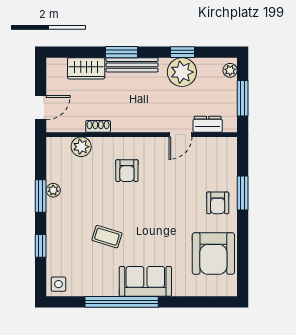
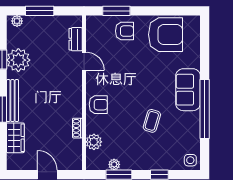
dresser: (208, 124) -> (76, 39), moved
shoe rack: (98, 126) -> (77, 128), moved
wall: (142, 135) -> (84, 93), moved
door: (180, 135) -> (84, 61), moved
plant: (81, 147) -> (94, 142), moved

